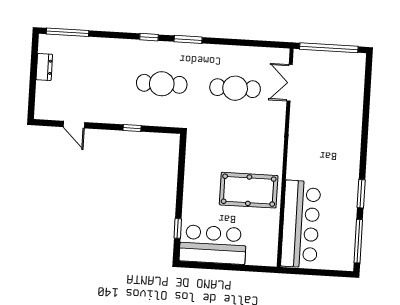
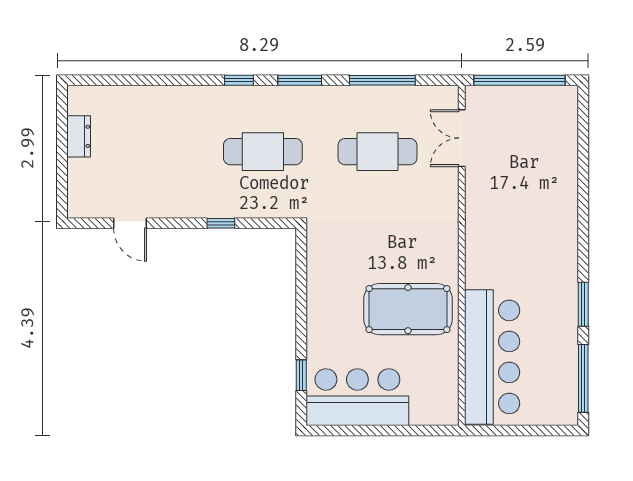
window: (68, 32) -> (382, 80), moved

